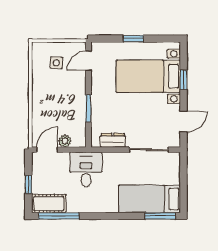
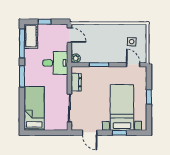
plant: (65, 141) -> (76, 58), moved
window: (160, 216) -> (22, 76), moved

